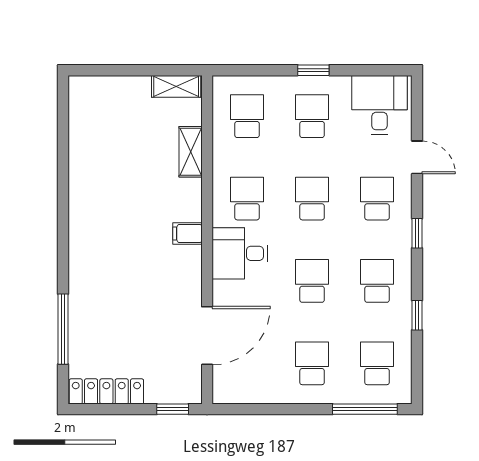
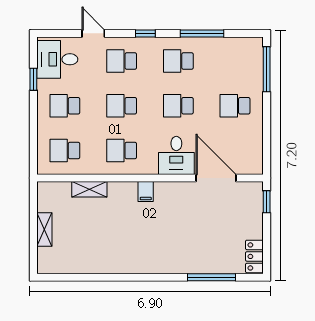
window: (313, 70) -> (33, 79), moved
shelving: (176, 86) -> (44, 229), moved
door: (417, 157) -> (93, 33), hinge flipped
desk: (240, 253) -> (176, 155), moved
window: (417, 315) -> (202, 33), width x2.17
school desk: (377, 363) -> (235, 61), removed
locker: (106, 391) -> (254, 256), width x0.66

